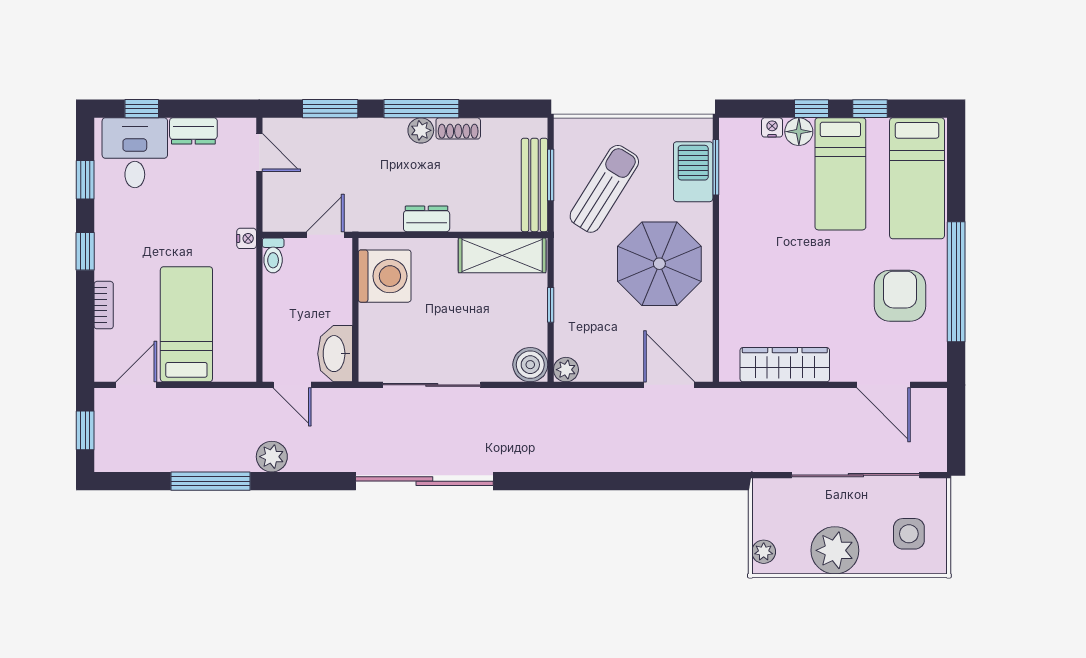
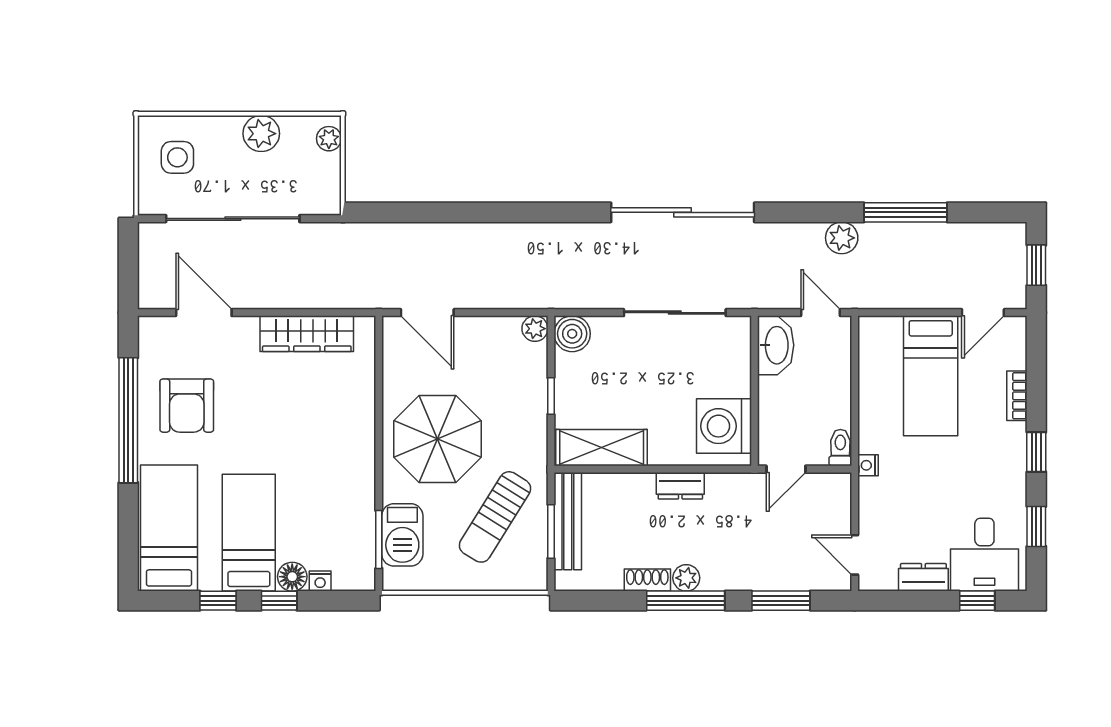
plant: (835, 550) -> (261, 134), width x0.73, depth x0.73

